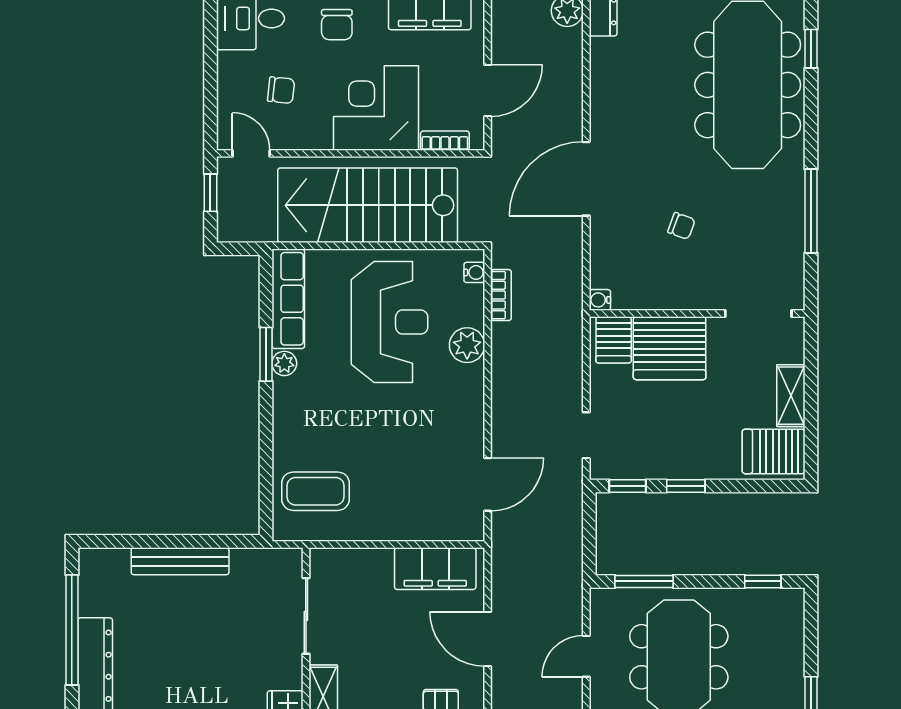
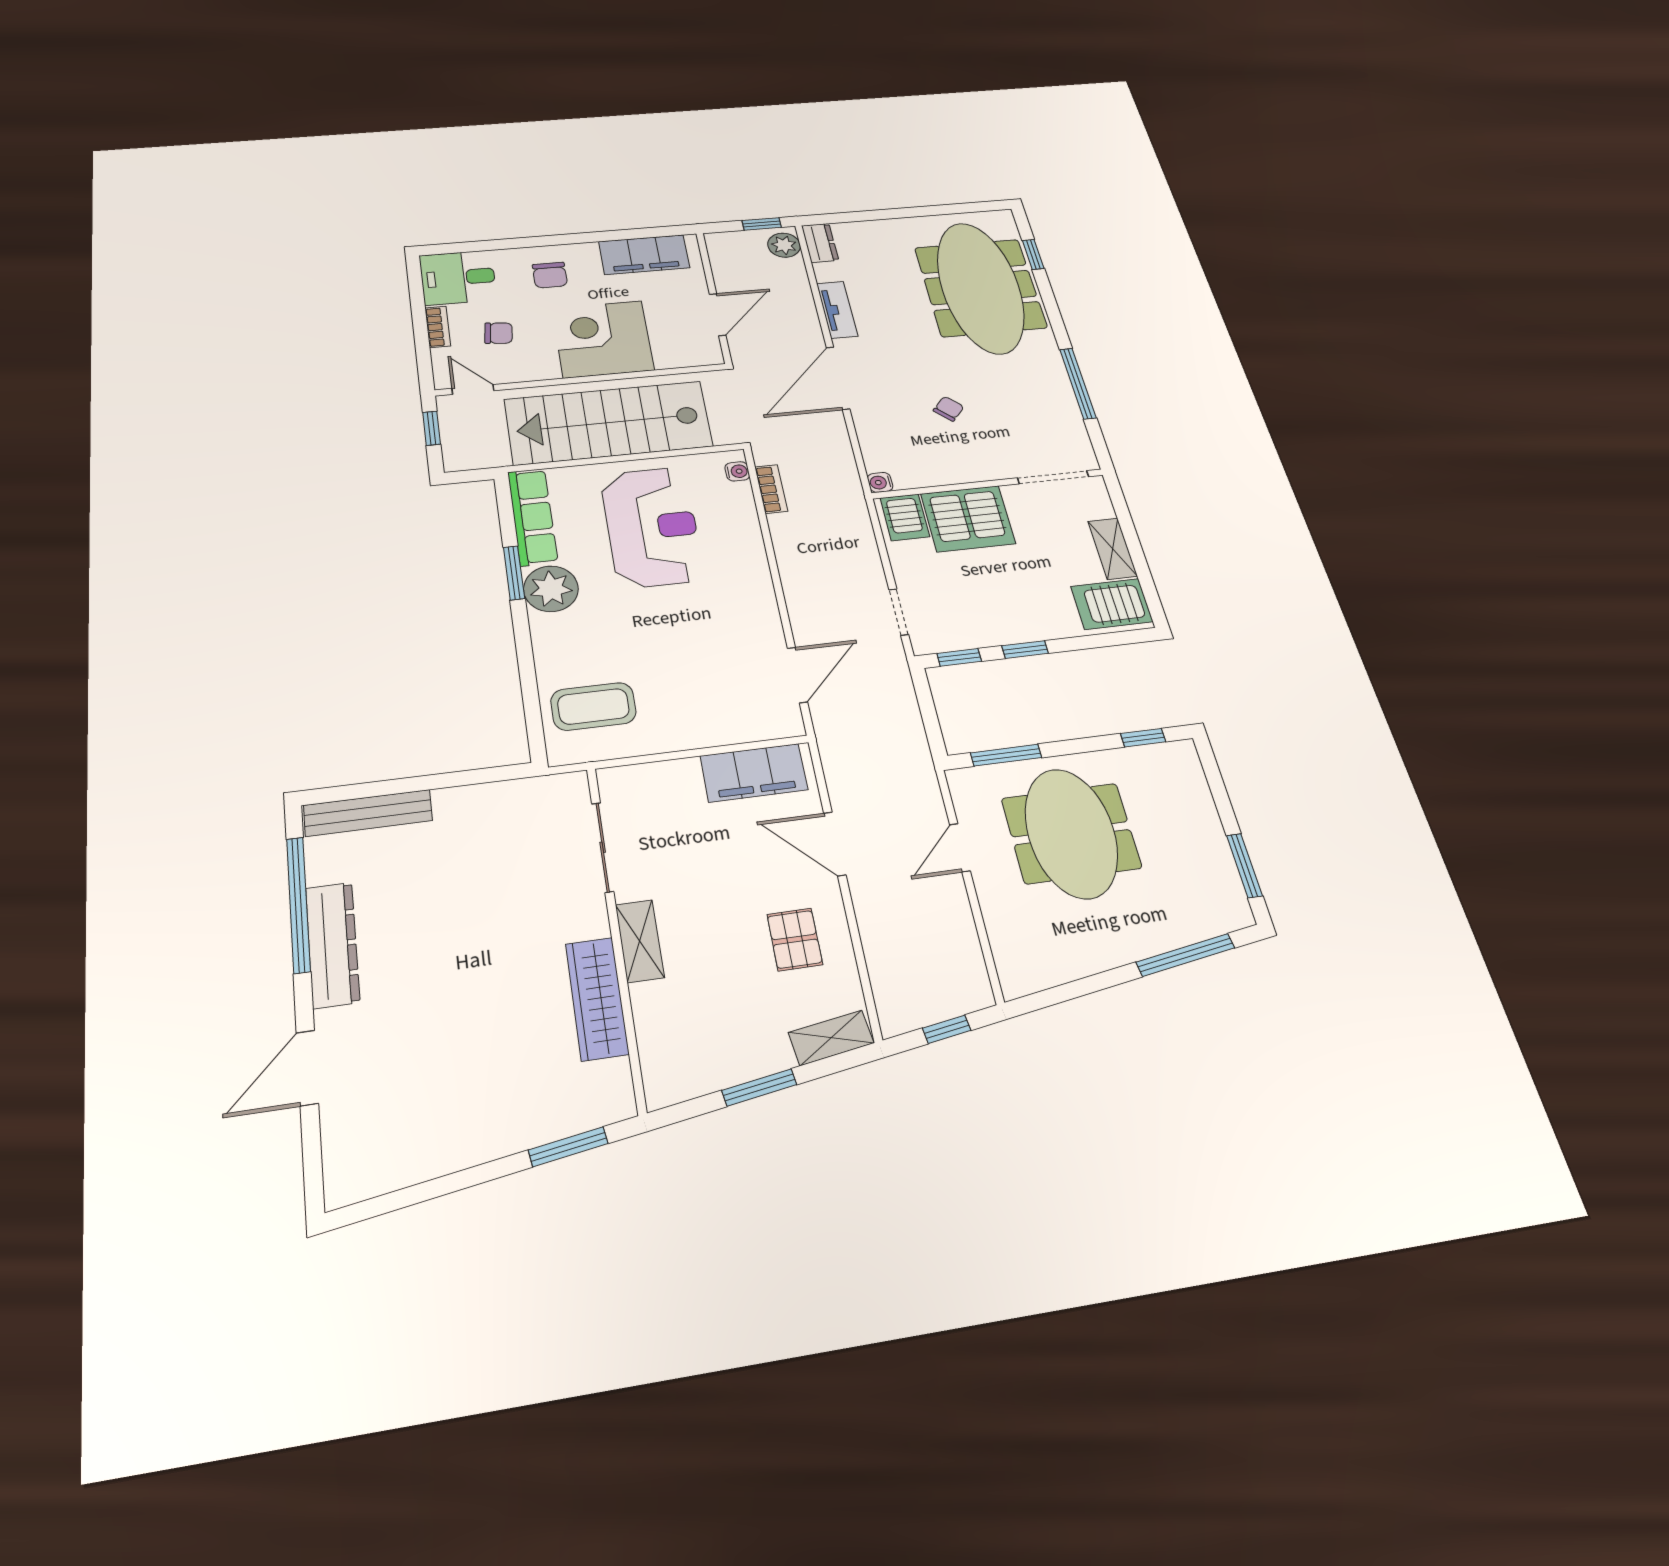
tv unit: (602, 97) -> (837, 310), added
bookcase: (445, 141) -> (438, 327), moved, turned 90
chair: (681, 226) -> (949, 409), turned -67
plant: (467, 345) -> (744, 539), removed
plant: (284, 363) -> (551, 589), width x1.88, depth x1.88
bench: (180, 561) -> (368, 813), moved

